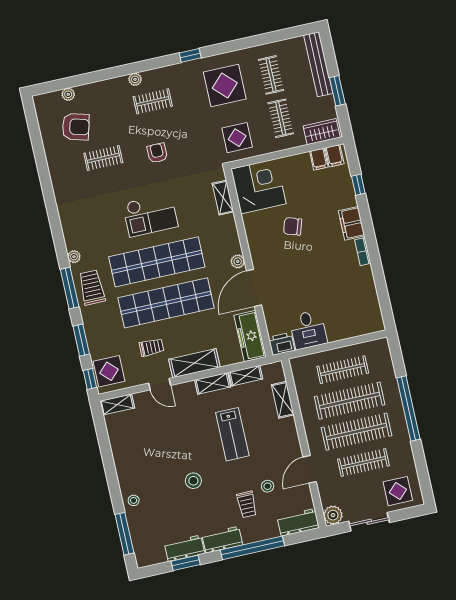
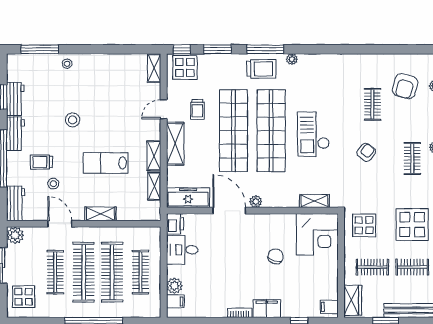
armchair: (157, 153) -> (366, 152), turned -52
filing cabinet: (319, 159) -> (175, 301), moved, turned 180
plant: (349, 329) -> (174, 286), added
shelving: (283, 400) -> (100, 214), moved

